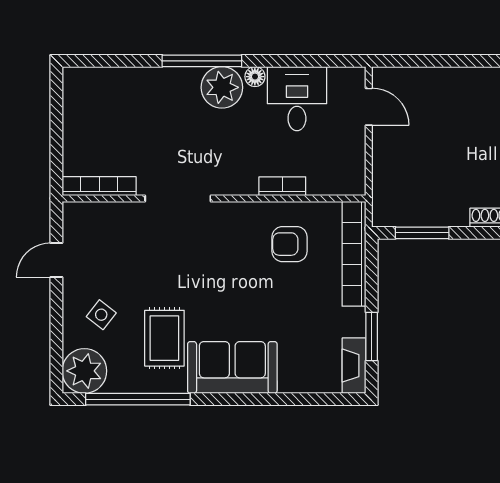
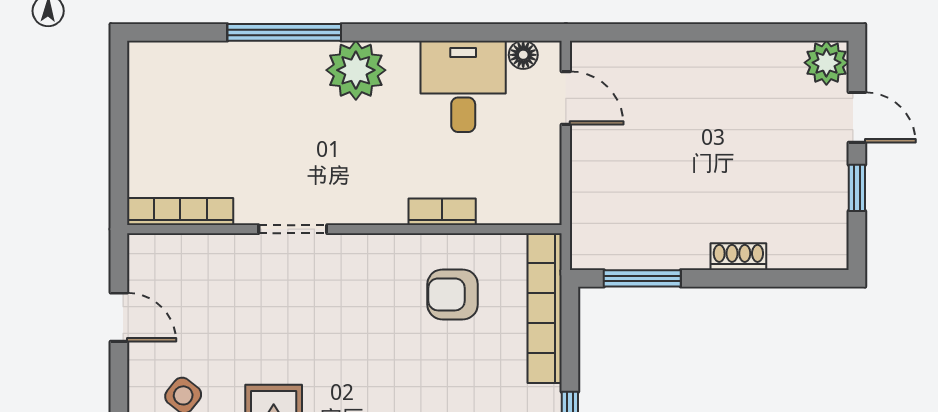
window: (202, 61) -> (284, 32), moved
floor lamp: (255, 77) -> (523, 55), moved
doorway: (178, 198) -> (293, 229), width x0.73
door: (56, 260) -> (119, 317), swing flipped

